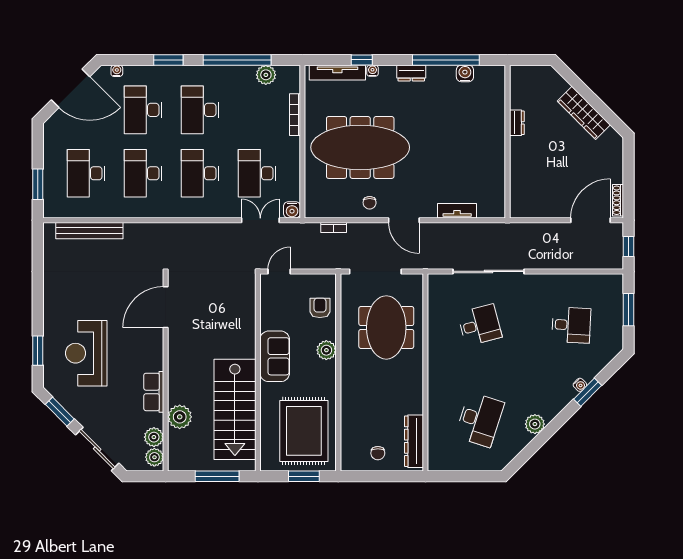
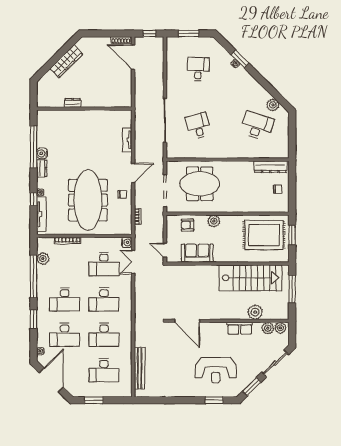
water cooler: (465, 73) -> (42, 153), moved
window: (38, 184) -> (94, 400), moved
sofa: (275, 356) -> (197, 253), moved
plant: (535, 424) -> (273, 105), moved

